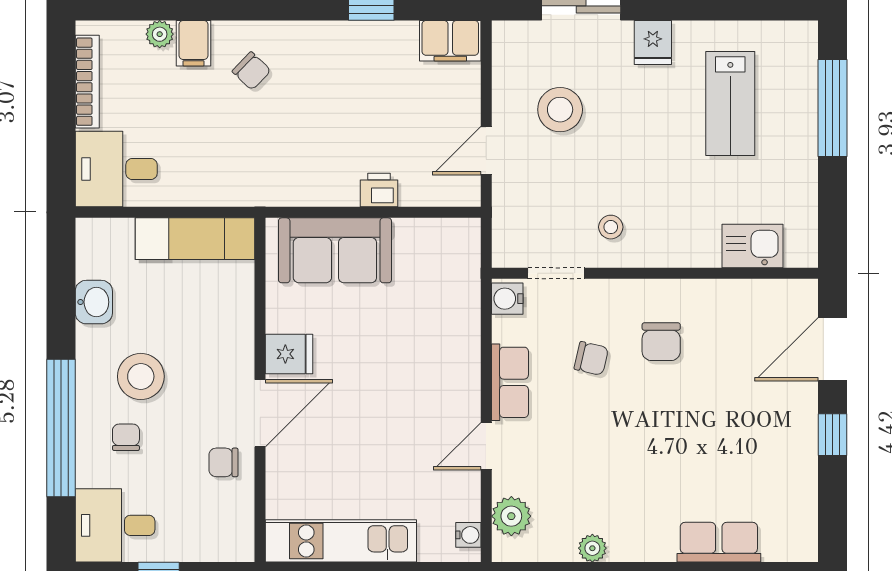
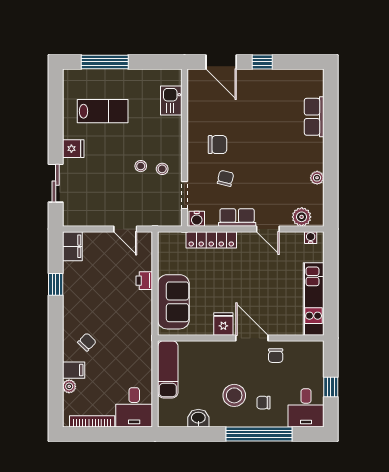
stool: (560, 110) -> (141, 166), moved, width x0.53, depth x0.53
locker: (464, 329) -> (211, 240), added

